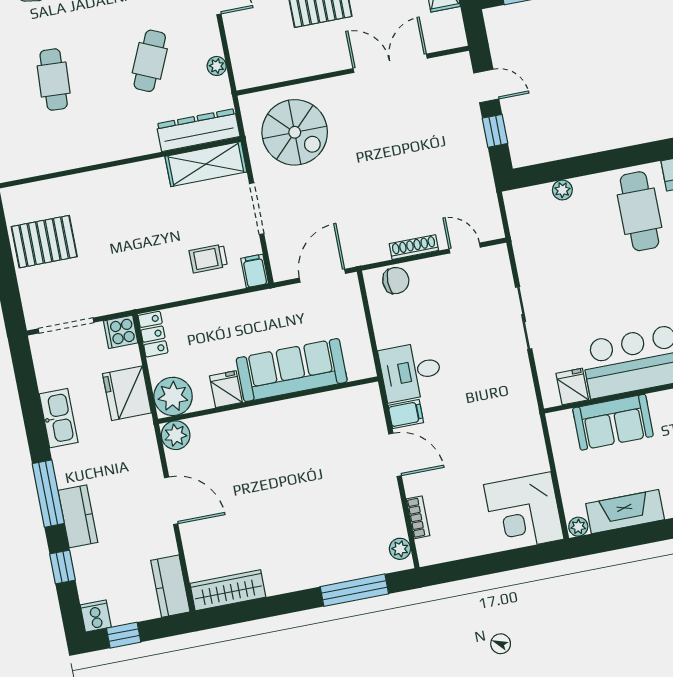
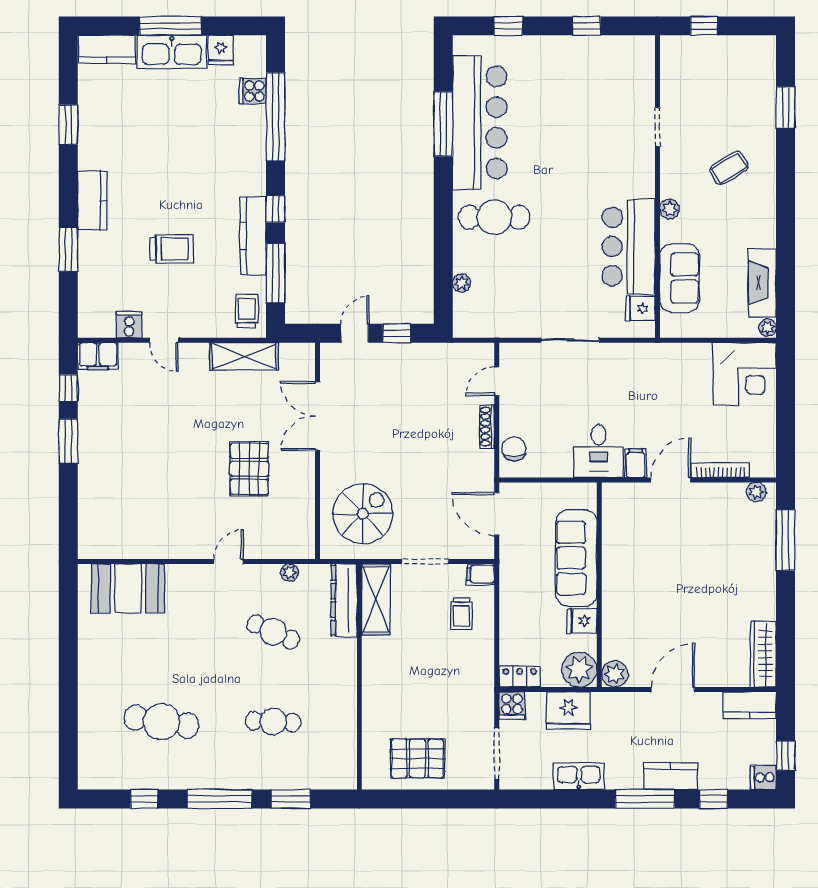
pallet: (44, 242) -> (417, 758), turned 90
bookcase: (418, 517) -> (721, 470), width x1.56

